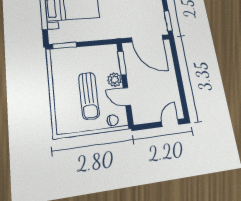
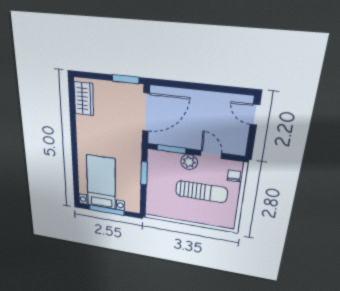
window: (65, 46) -> (144, 173), moved
door: (127, 97) -> (211, 154), swing flipped

